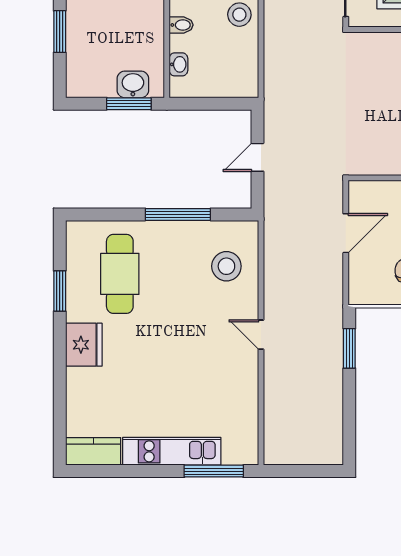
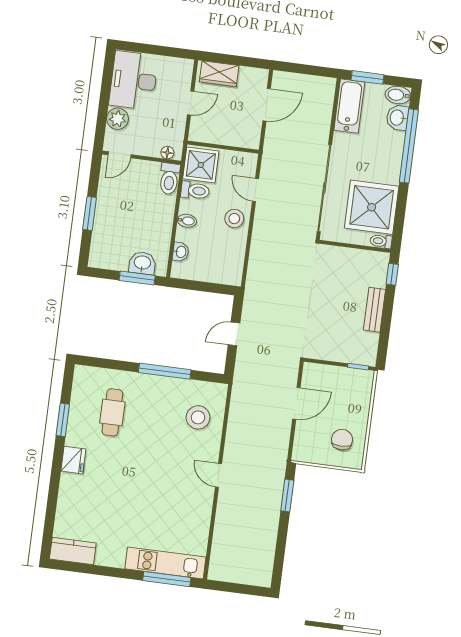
cafe table: (120, 274) -> (112, 412), width x0.73, depth x0.74
fridge: (84, 345) -> (73, 460), width x0.73, depth x0.75
kitchen unit: (172, 451) -> (165, 563), moved

